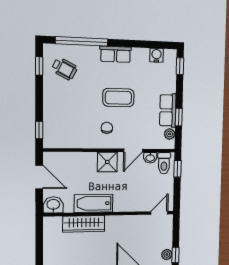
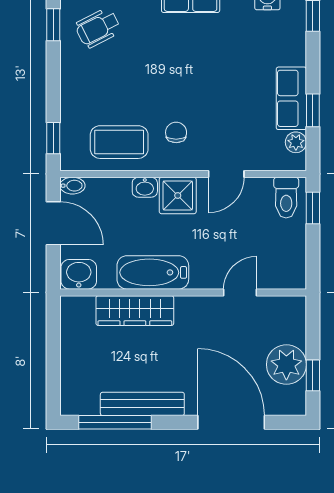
wheelchair: (64, 69) -> (98, 28), turned 126
coffee table: (118, 98) -> (119, 142), moved
bidet: (50, 156) -> (72, 186), added
washbasin: (150, 158) -> (145, 187), moved
door: (159, 213) -> (240, 292), moved
plant: (167, 255) -> (286, 365), width x1.87, depth x1.87

